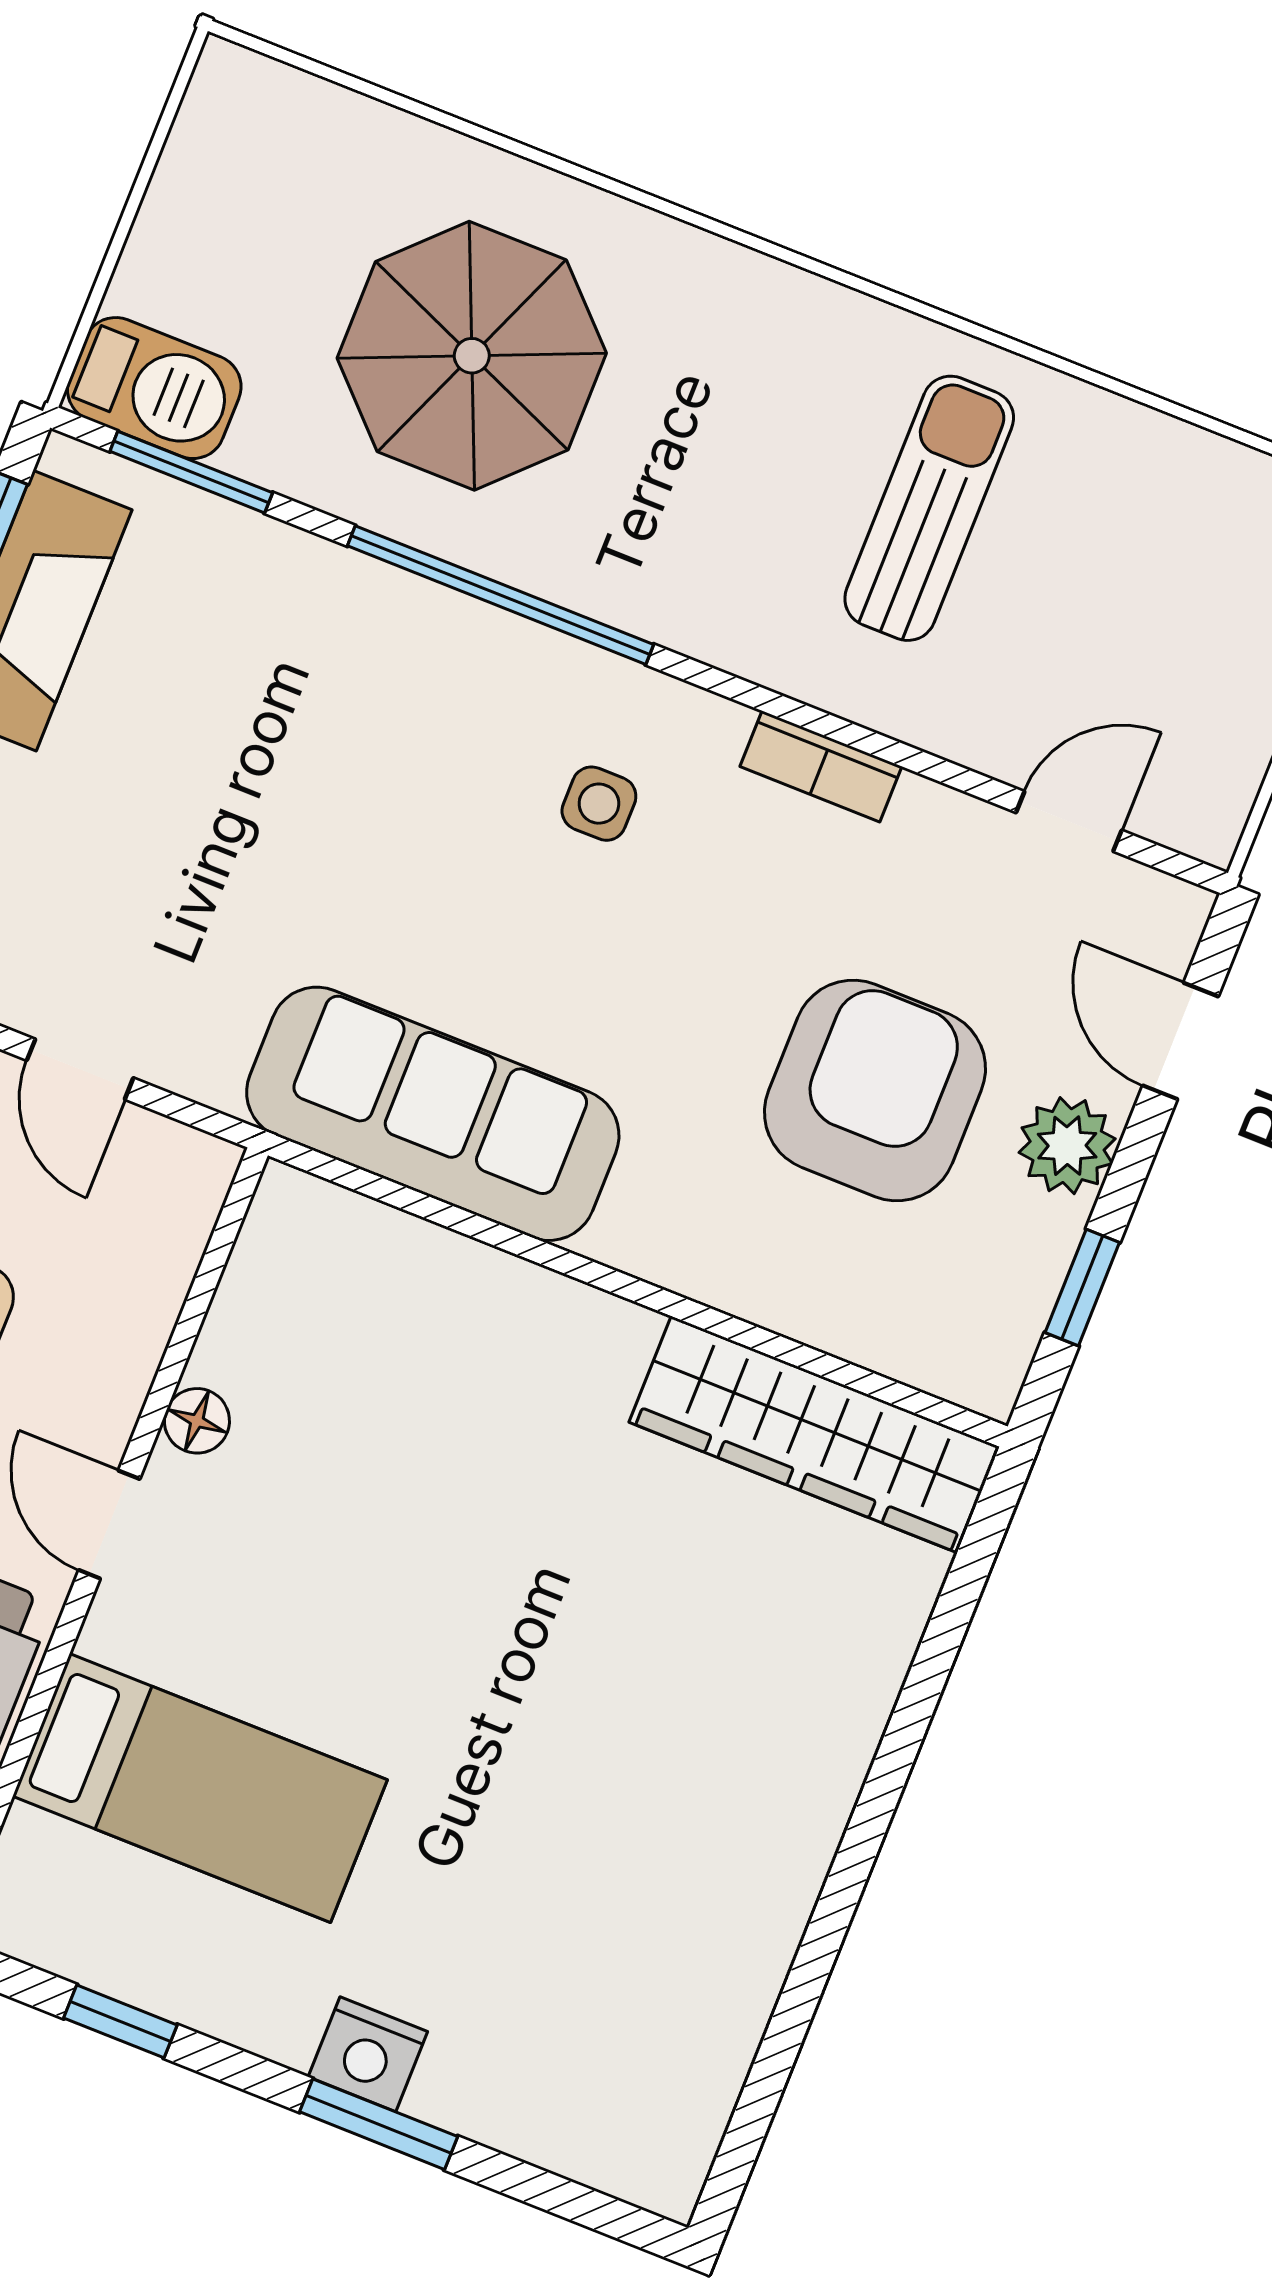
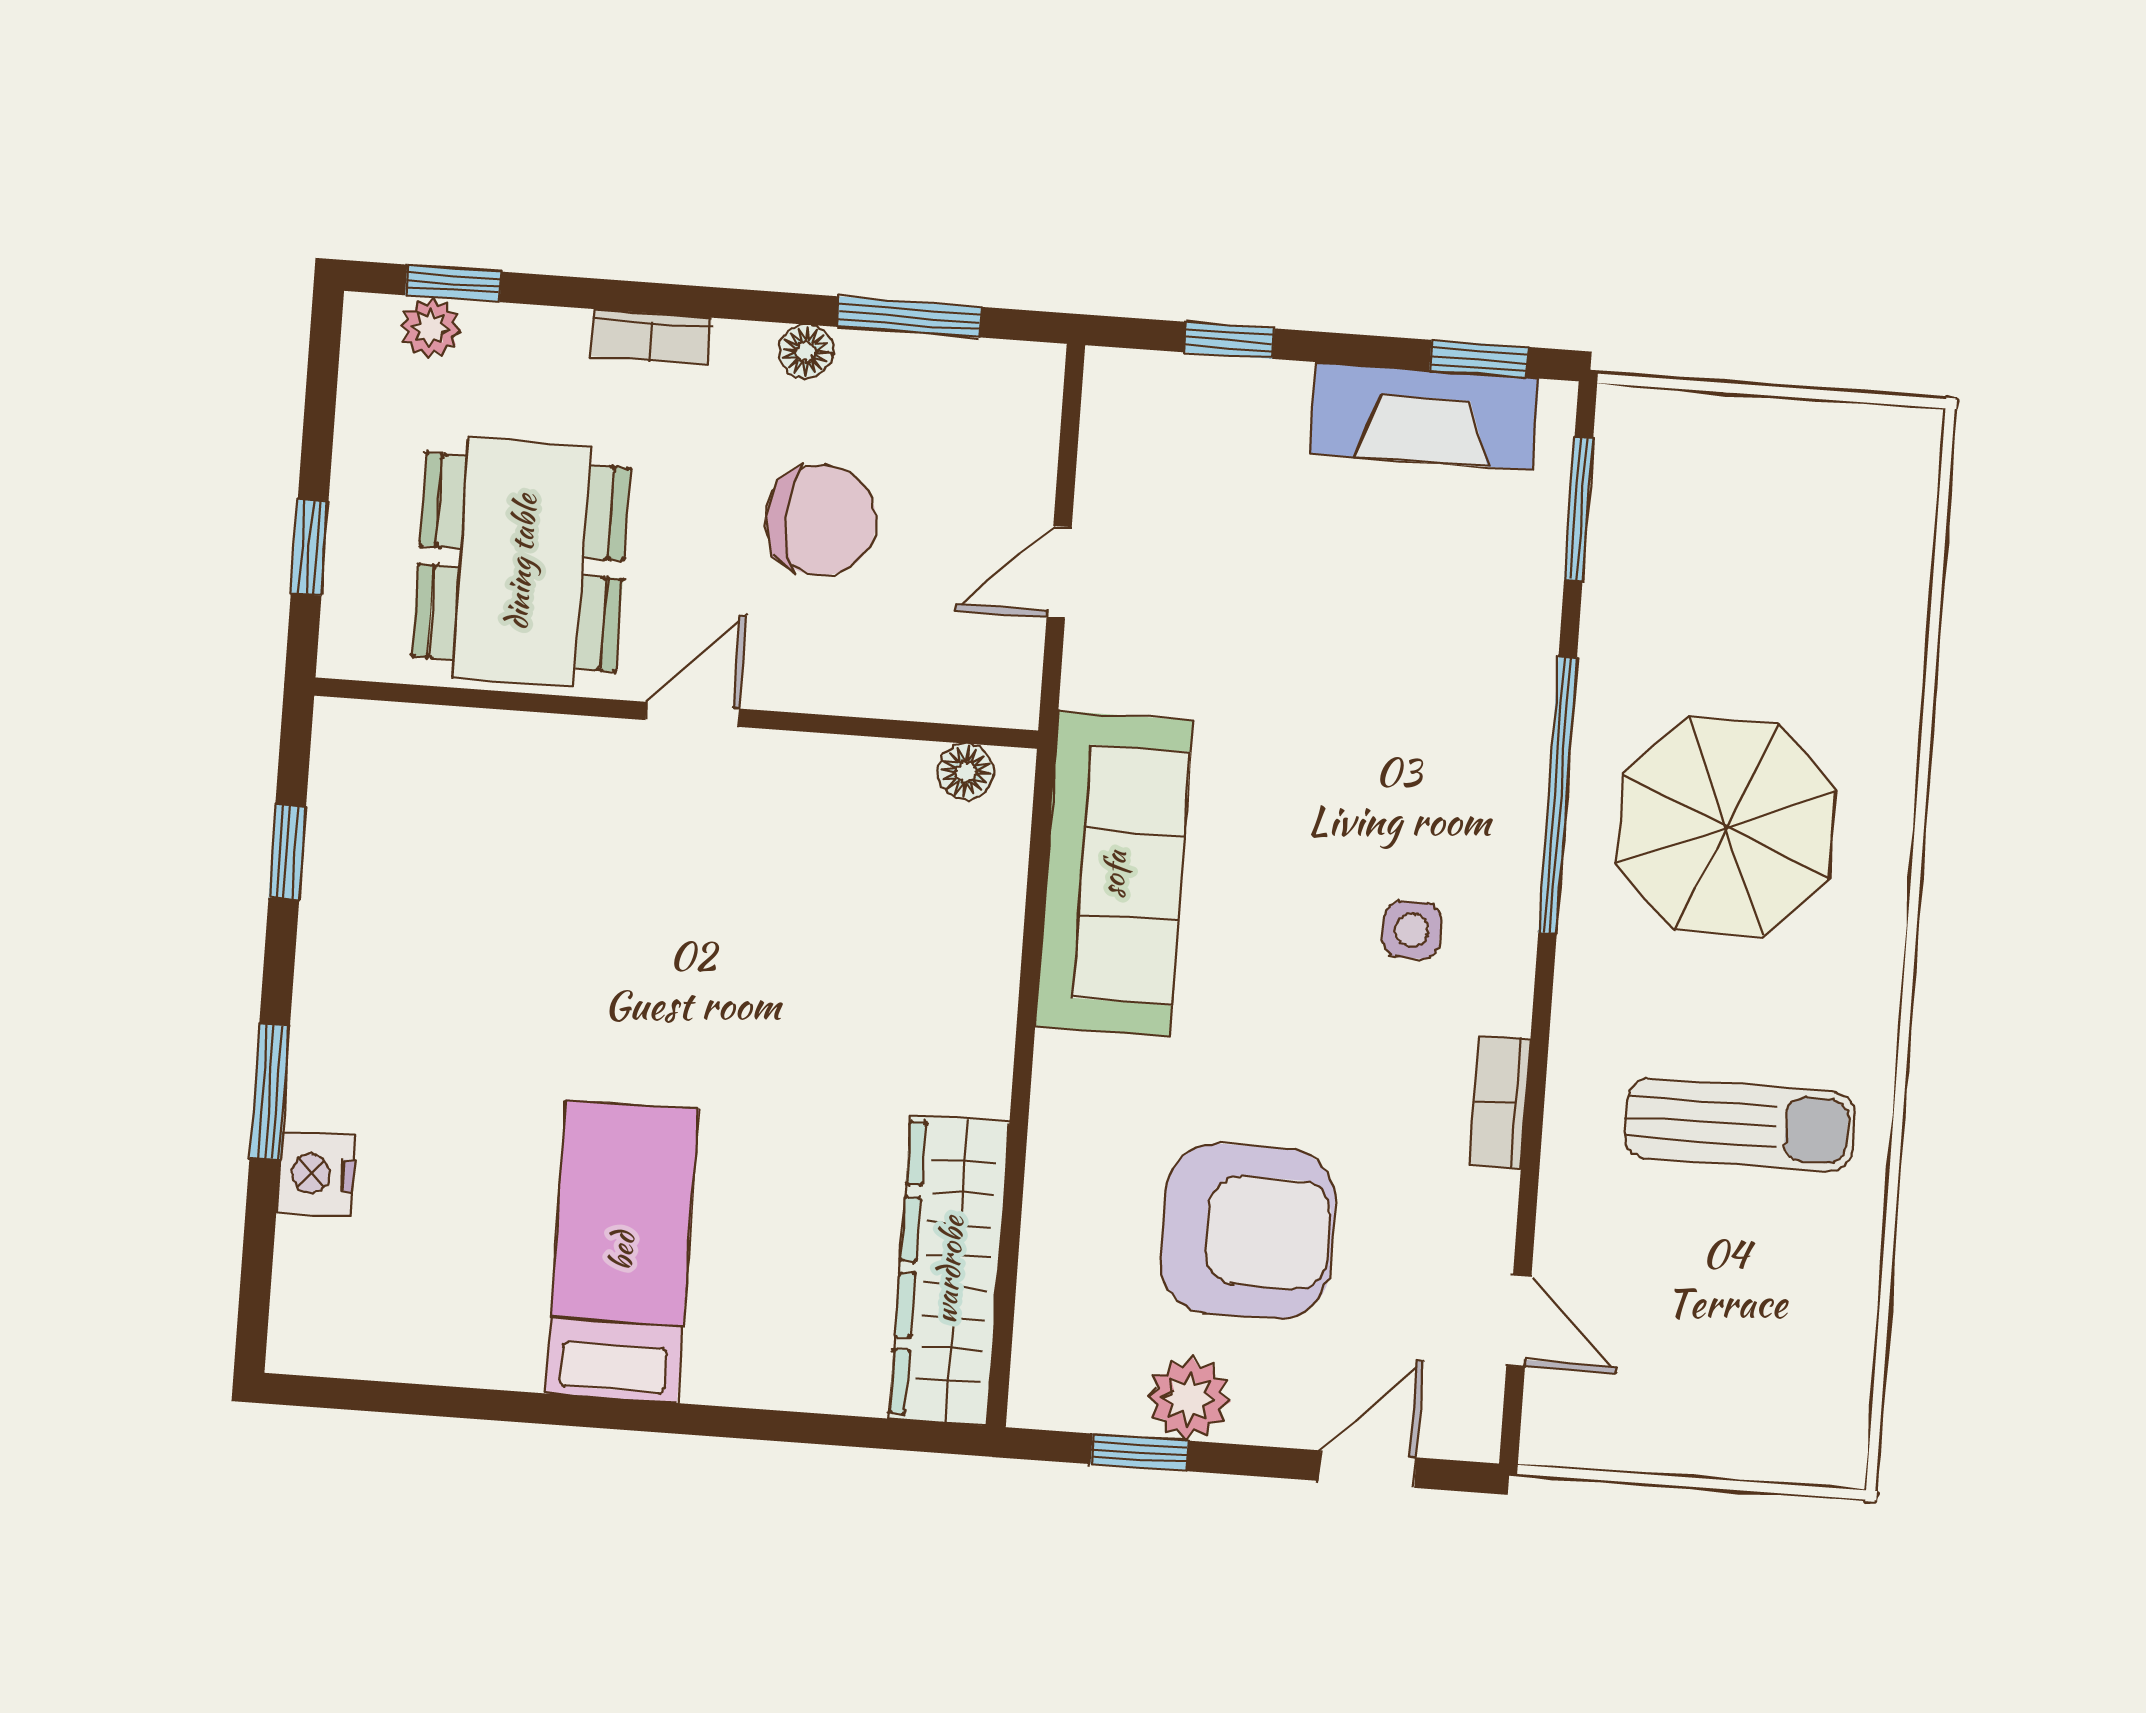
parasol: (472, 356) -> (1726, 827), moved
barbecue: (154, 388) -> (1638, 457), removed
plant: (1067, 1146) -> (1189, 1399), moved
floor lamp: (197, 1421) -> (966, 772), moved
bed: (200, 1788) -> (622, 1251), moved, turned 180
nightstand: (368, 2054) -> (316, 1174), moved

